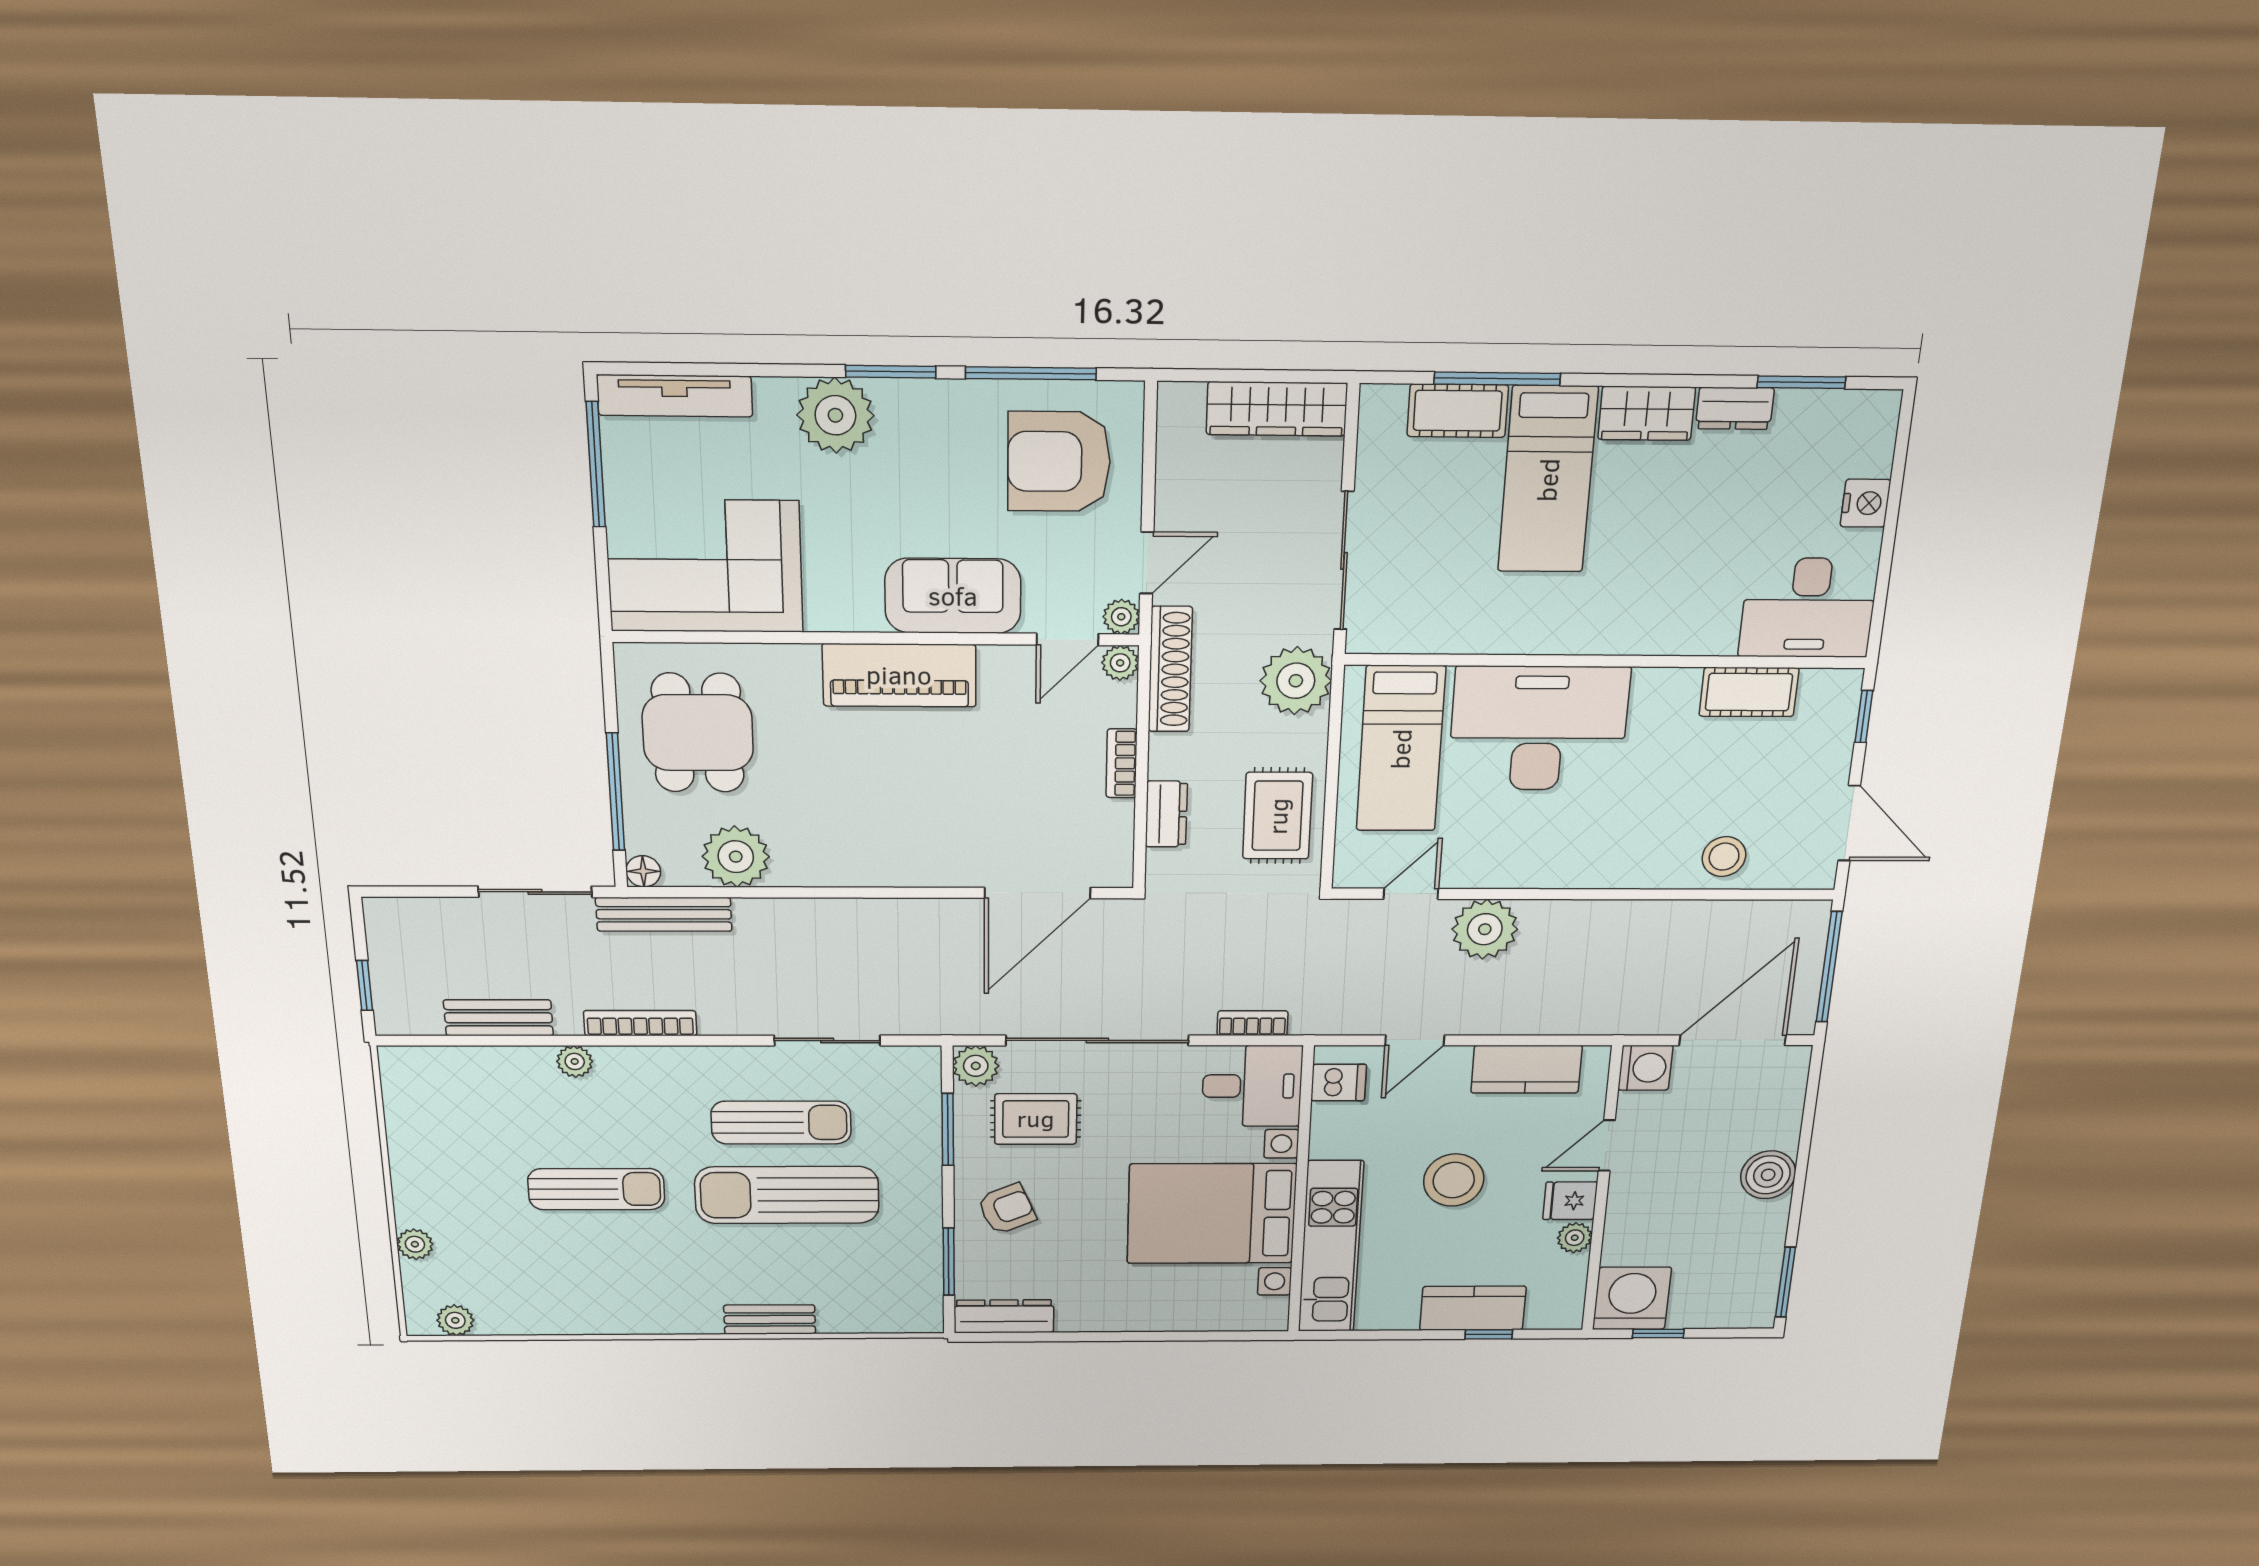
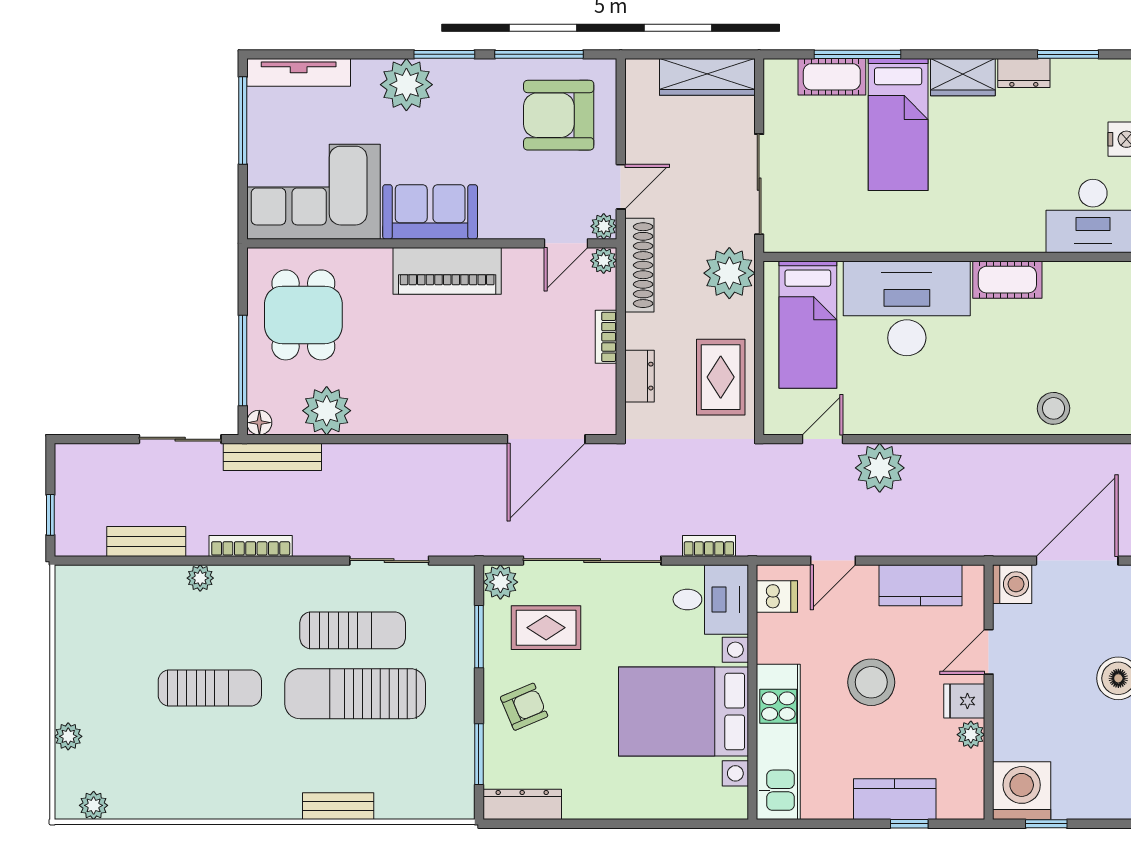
sofa: (953, 596) -> (430, 212), moved
cot: (1749, 692) -> (1007, 280), moved

